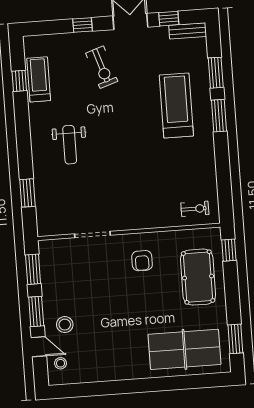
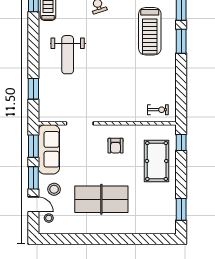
treadmill: (176, 106) -> (150, 31), turned 180
weight bench: (70, 145) -> (68, 55), width x1.36, depth x1.33
sofa: (54, 272) -> (49, 149), added
table tennis table: (184, 349) -> (101, 199), moved

